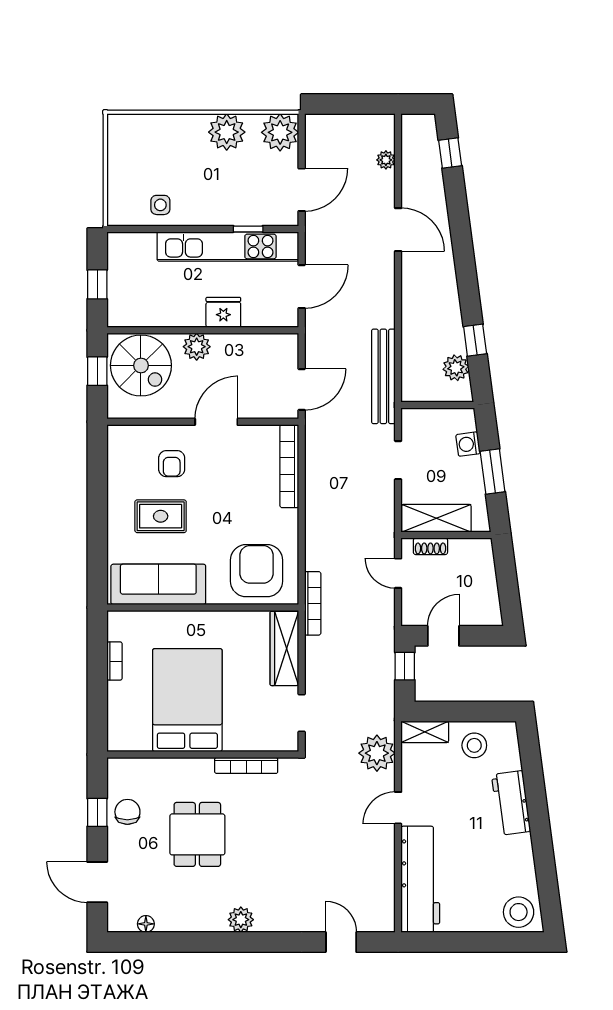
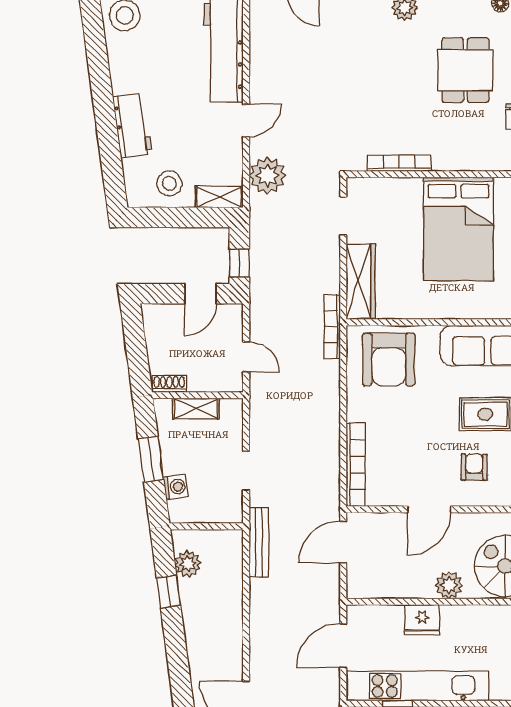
bench: (383, 376) -> (259, 542), width x0.73, depth x0.82
shelving: (436, 518) -> (196, 409), width x0.67, depth x0.75
shoe rack: (430, 546) -> (169, 384), moved
dining table: (197, 834) -> (465, 70), moved

